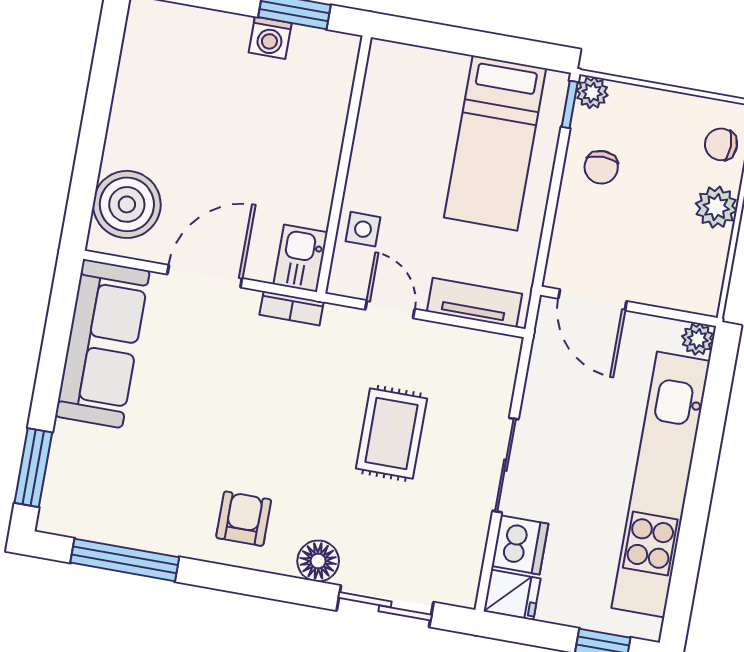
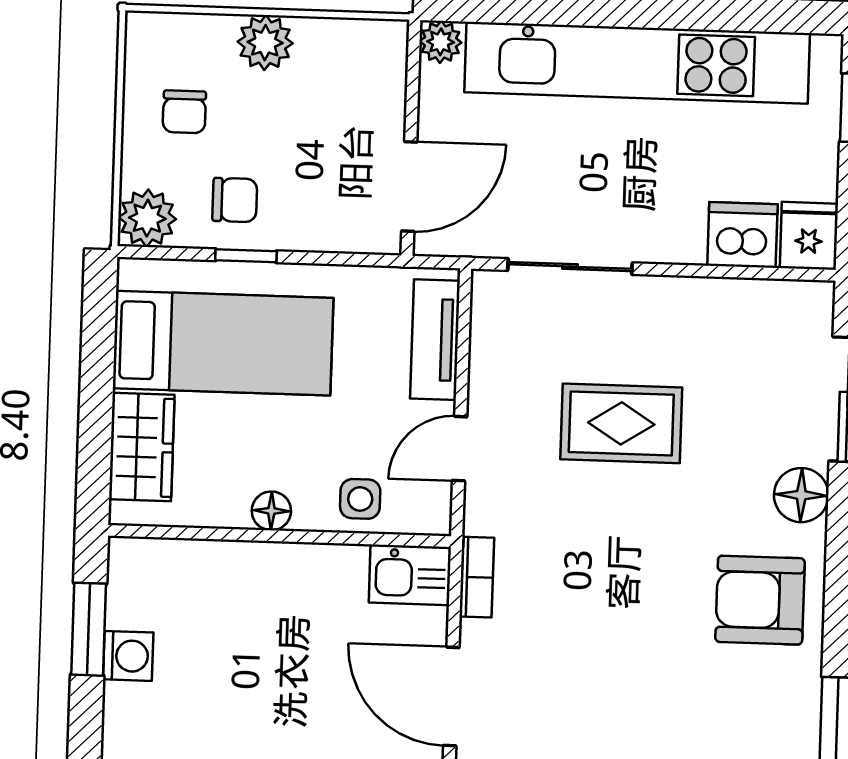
wardrobe: (426, 71) -> (142, 447), added
plant: (592, 93) -> (147, 218), width x1.38, depth x1.38
window: (570, 104) -> (246, 256), moved
chair: (721, 144) -> (184, 112), moved
floor lamp: (364, 161) -> (271, 511), added
sliding door: (505, 465) -> (570, 267), moved
armchair: (244, 519) -> (760, 600), width x1.38, depth x1.38

